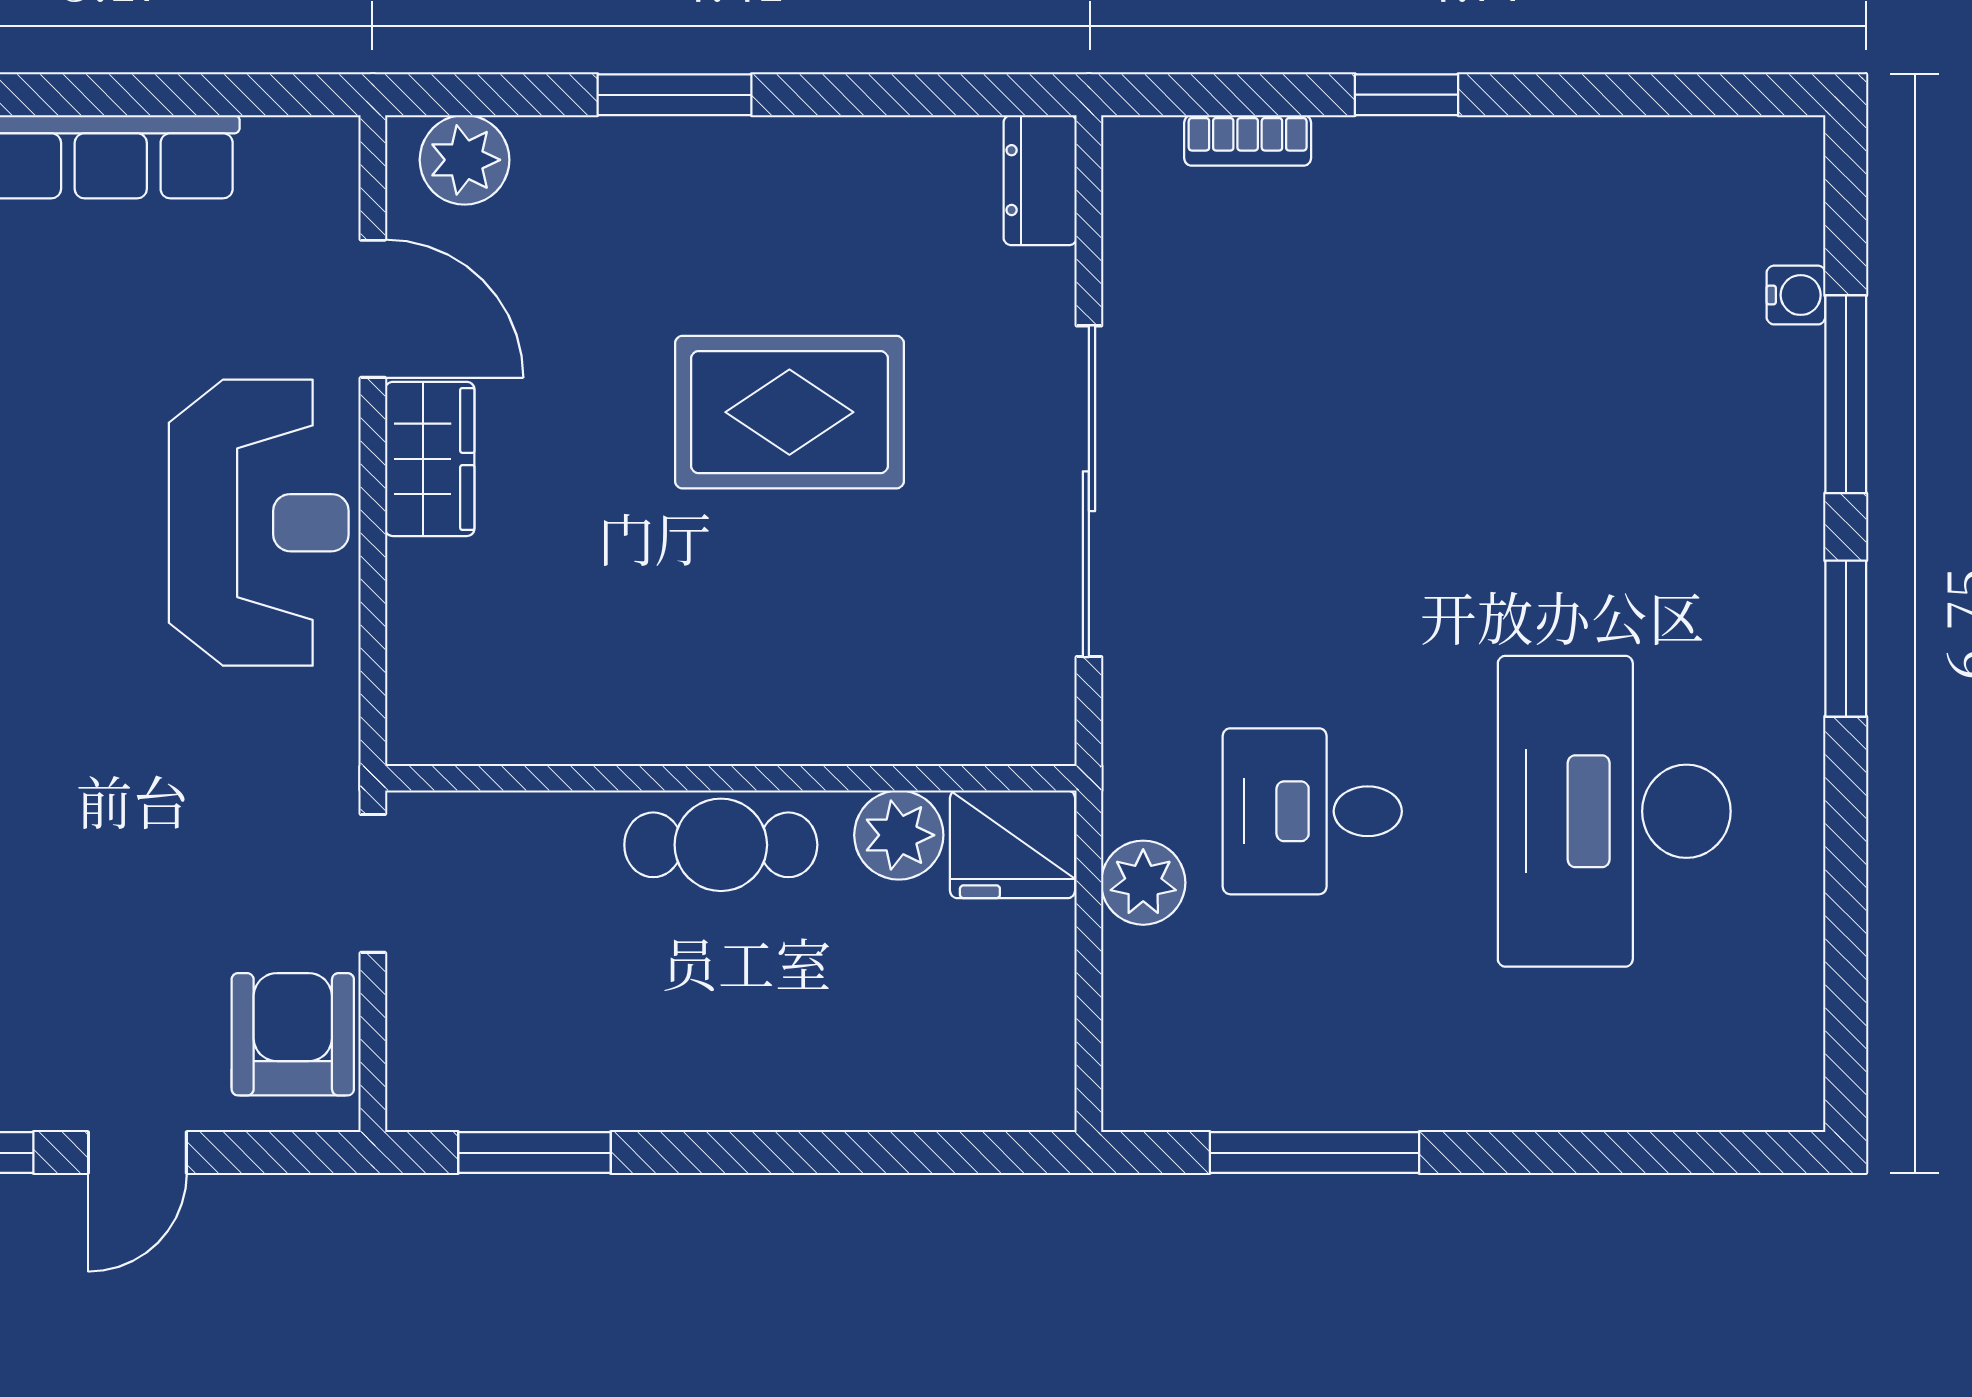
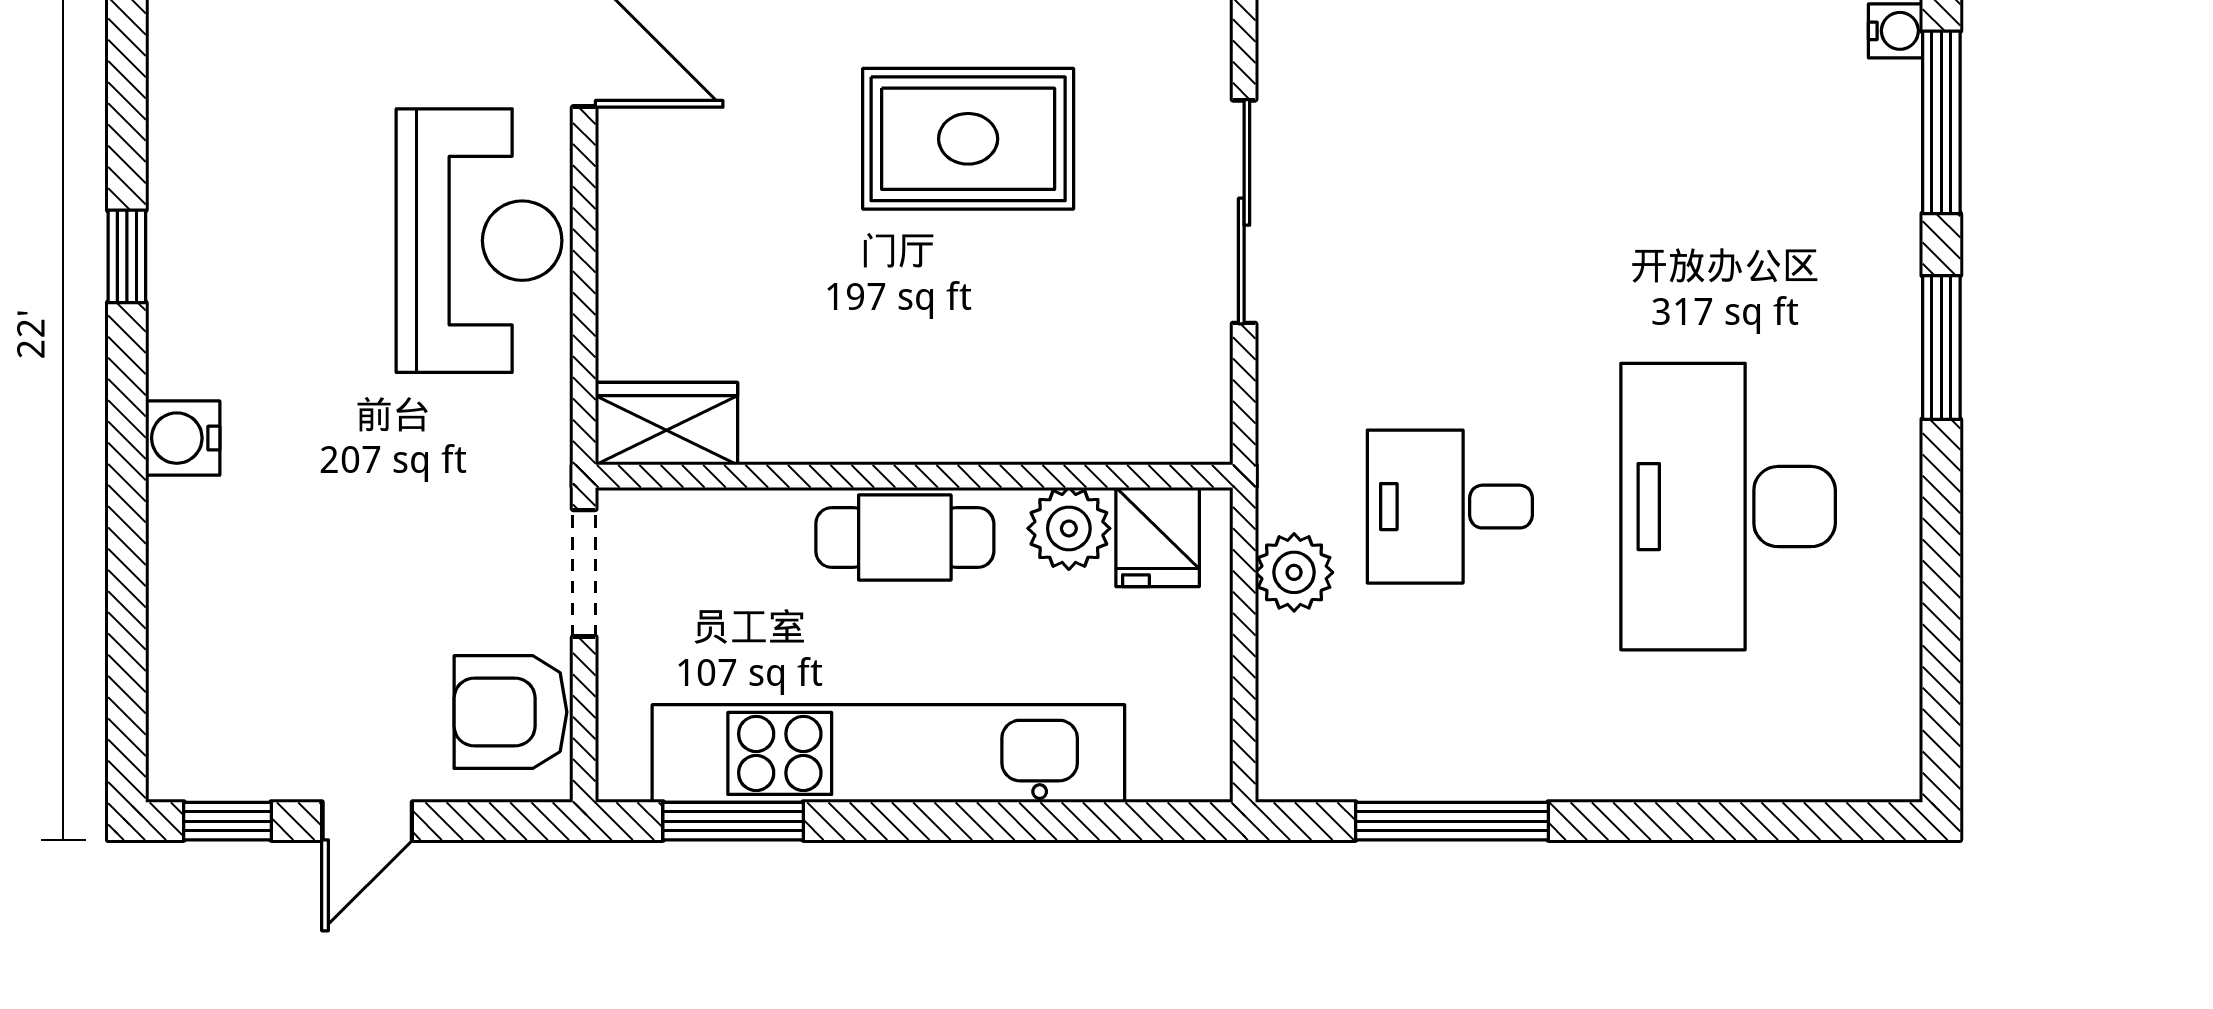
wardrobe: (430, 459) -> (666, 424), moved, turned -90
sliding door: (1089, 491) -> (1244, 212), width x0.73
fridge: (1013, 844) -> (1158, 537), width x0.72
armchair: (293, 1034) -> (510, 712), turned -90
kitchen unit: (703, 1079) -> (888, 753), added

